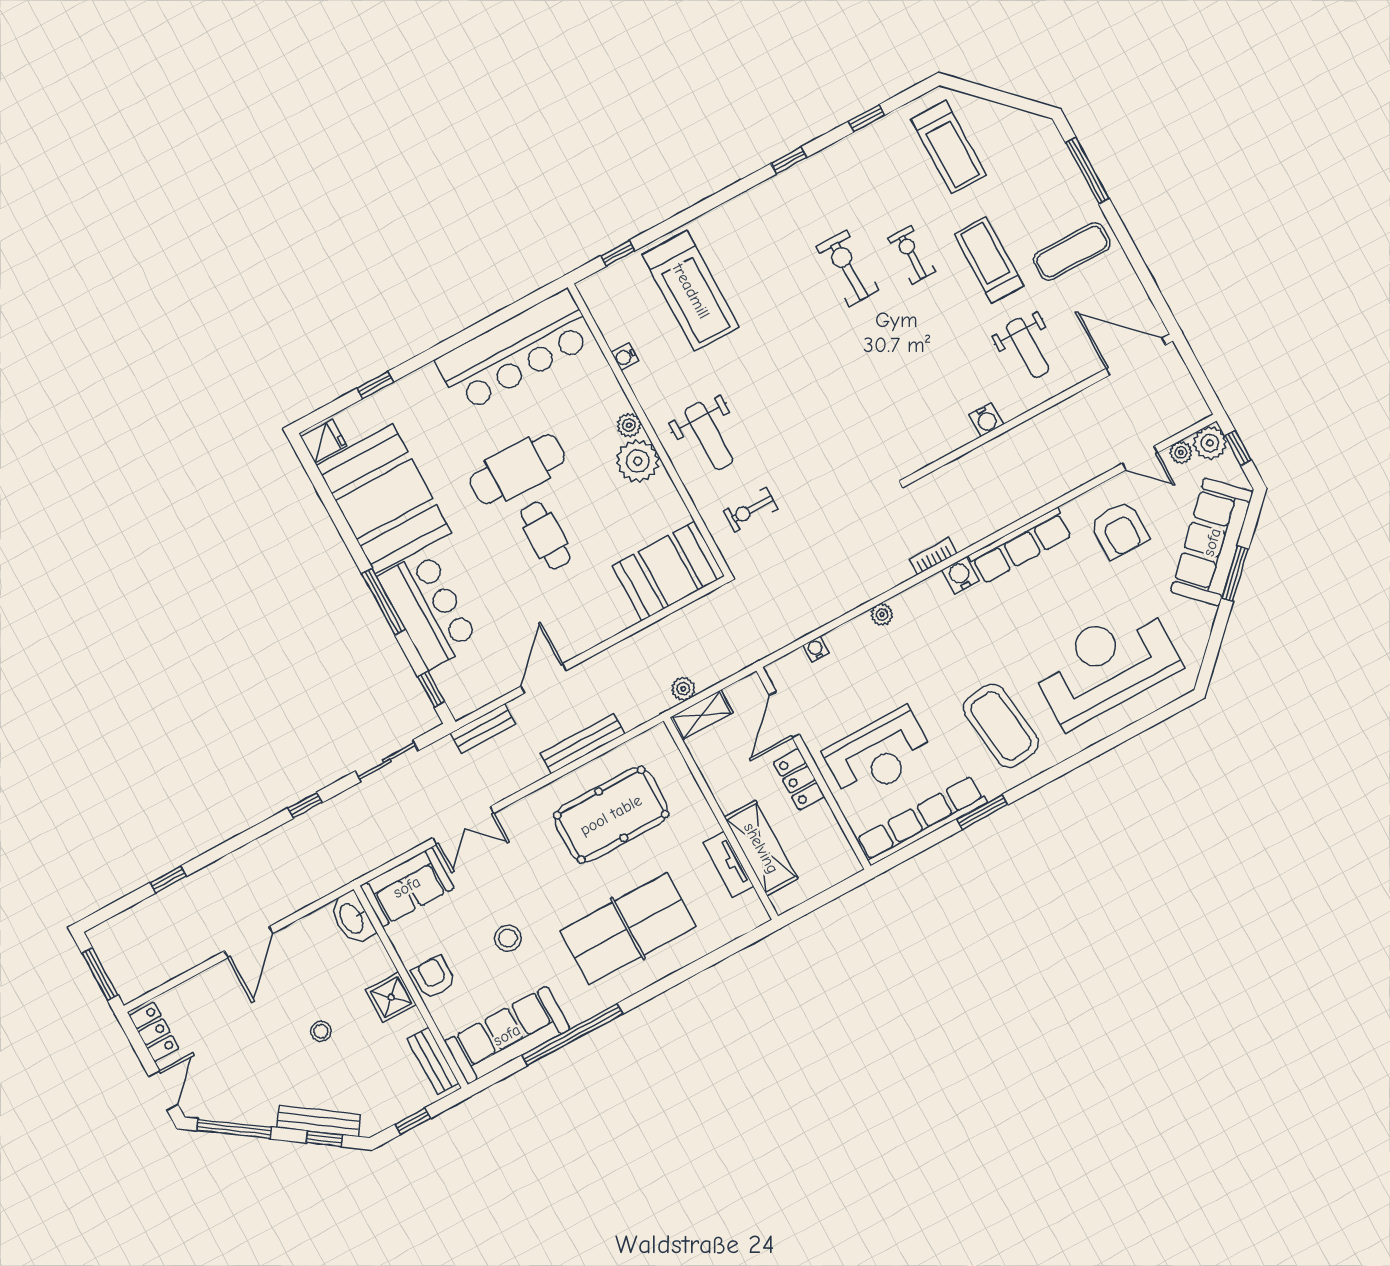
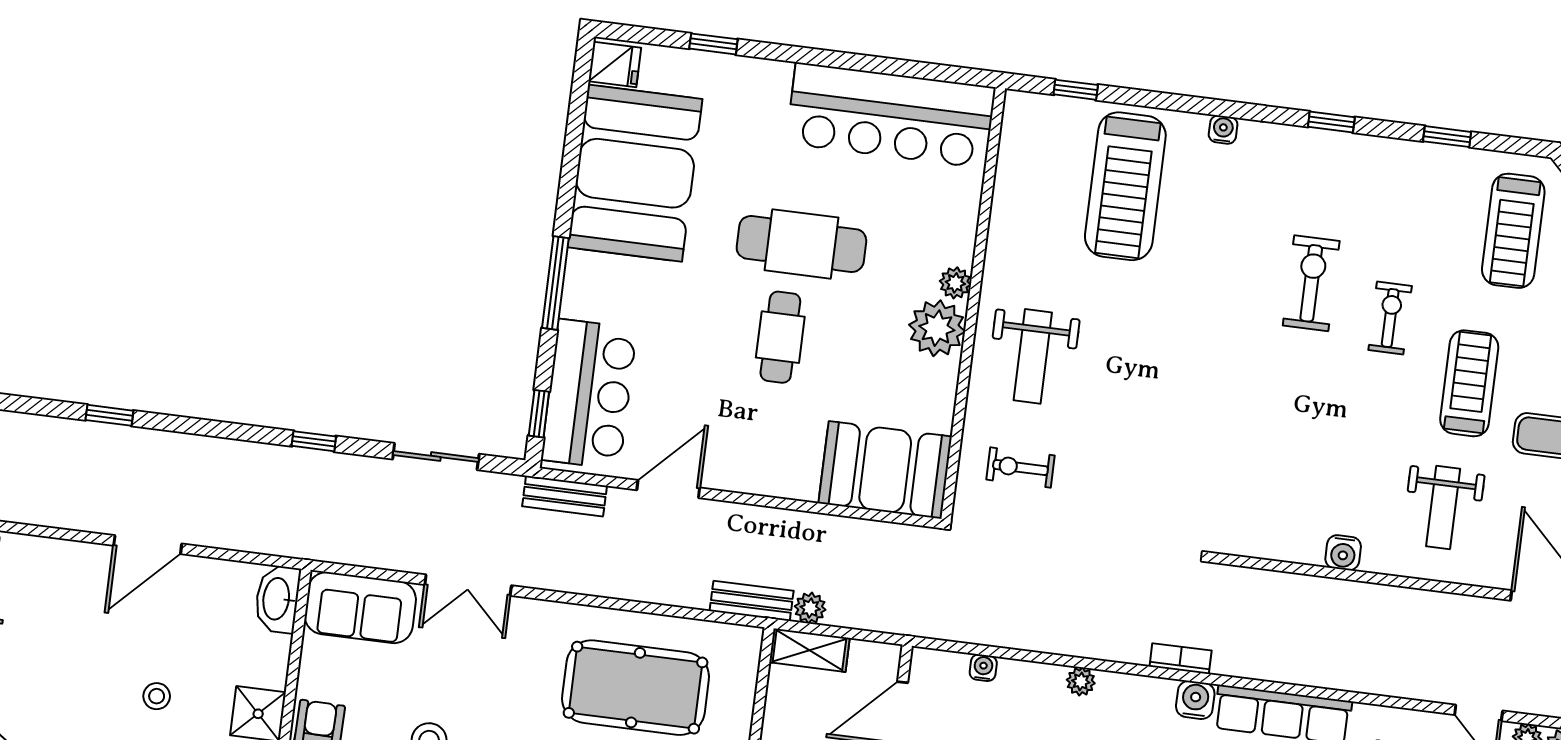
water cooler: (625, 357) -> (1223, 130), moved, turned 90
bar counter: (428, 610) -> (589, 394), moved
bench: (583, 744) -> (752, 601), moved, width x0.73

